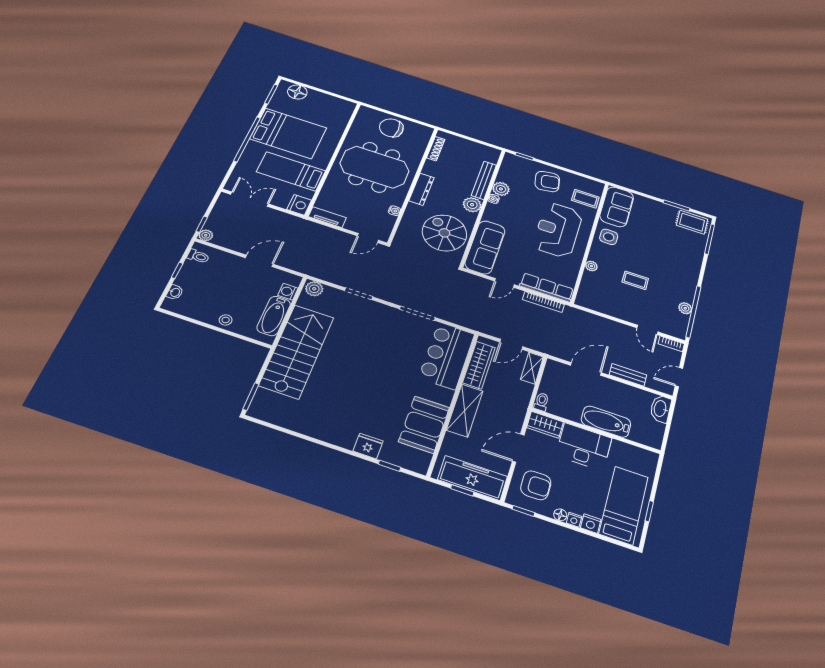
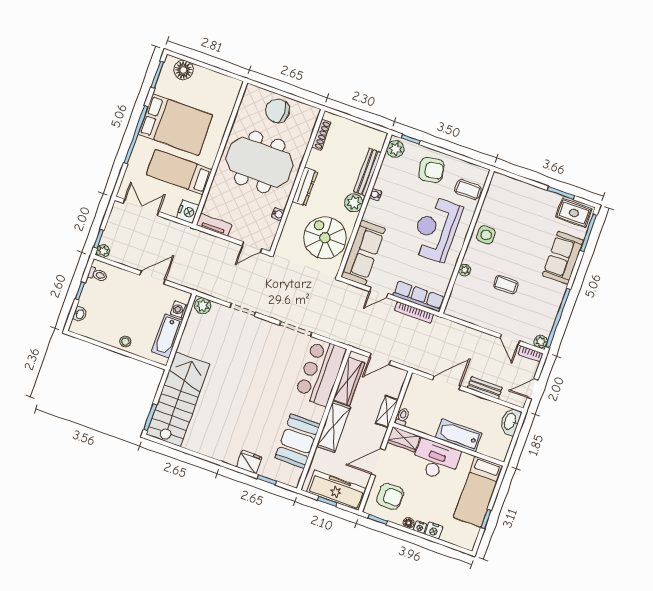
plant: (501, 189) -> (395, 149), moved
sofa: (617, 207) -> (563, 258), moved, turned 180
plant: (685, 308) -> (541, 342), moved
stairs: (297, 351) -> (178, 399), moved
shelving: (532, 368) -> (387, 412), moved
bed: (624, 505) -> (478, 492), moved, turned 180

